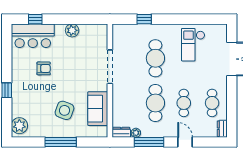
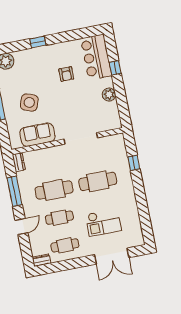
window: (35, 19) -> (115, 68), moved
checkout: (193, 45) -> (103, 222), moved, turned 180
plant: (136, 133) -> (21, 177), removed

